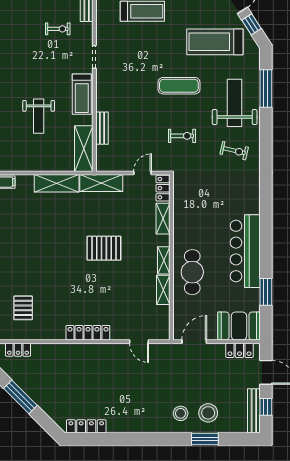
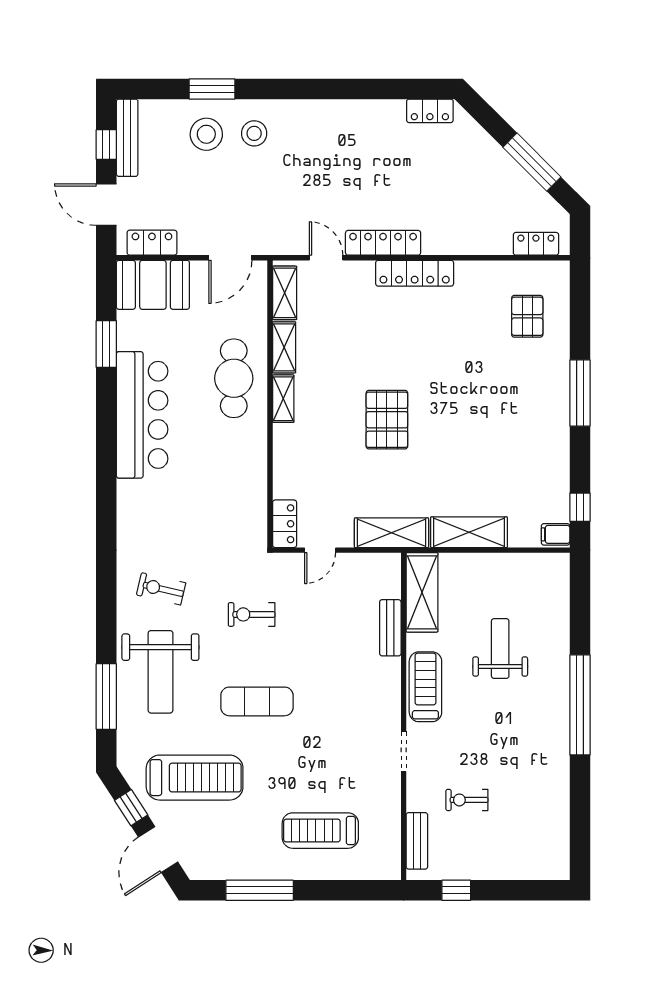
shelving: (163, 219) -> (285, 293), moved
pallet: (104, 248) -> (387, 420), turned 90
locker: (106, 350) -> (383, 243), added
locker: (86, 426) -> (430, 111), width x0.66

